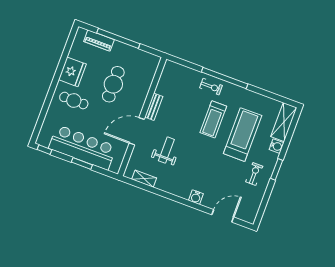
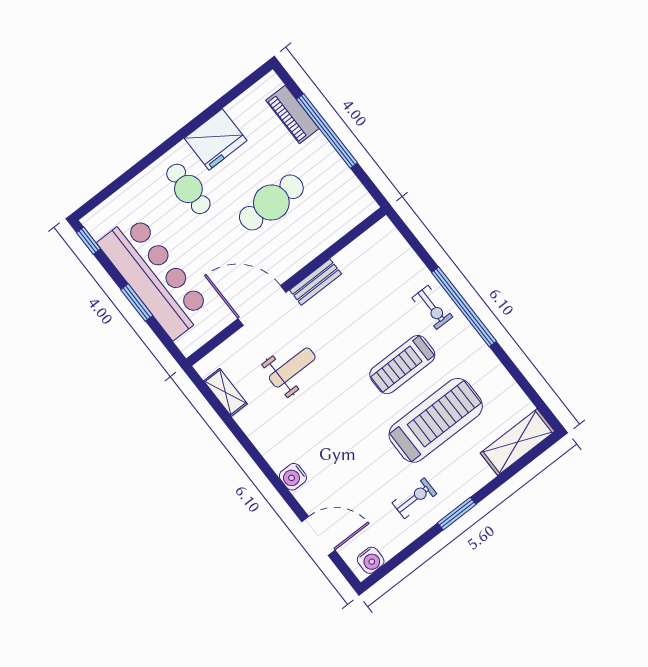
water cooler: (277, 146) -> (371, 560), moved

